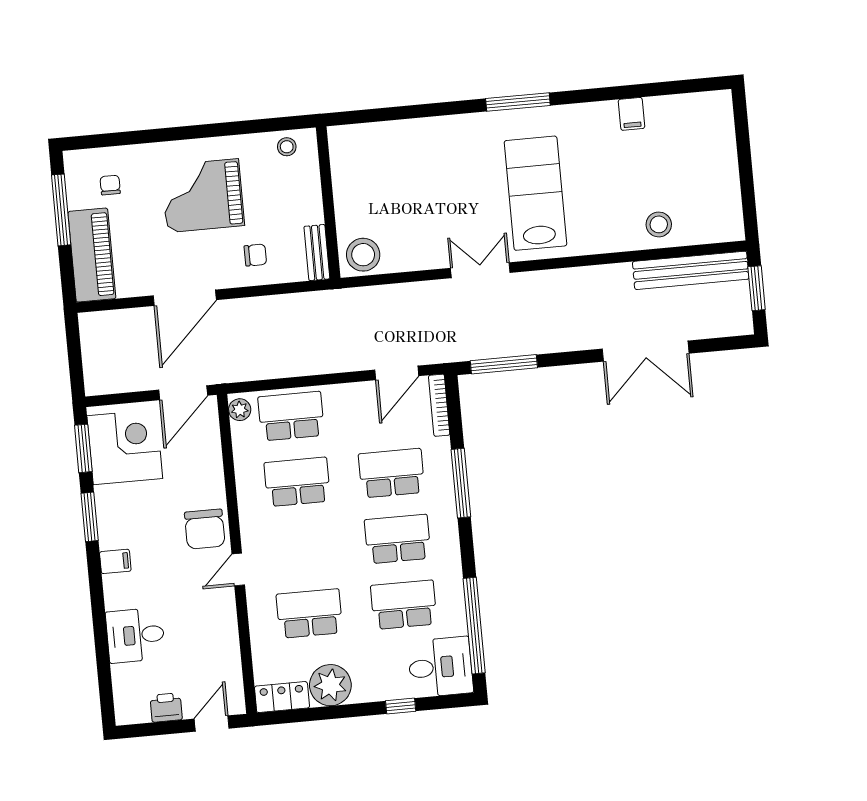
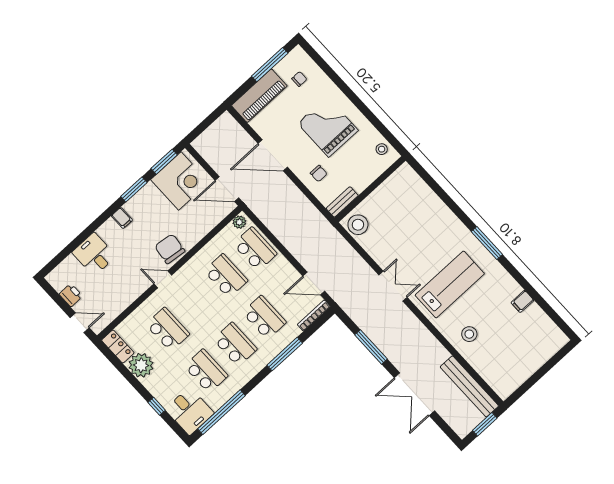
stool: (659, 224) -> (469, 334), moved
window: (504, 364) -> (371, 347), moved
chair: (205, 529) -> (170, 249), turned 97

